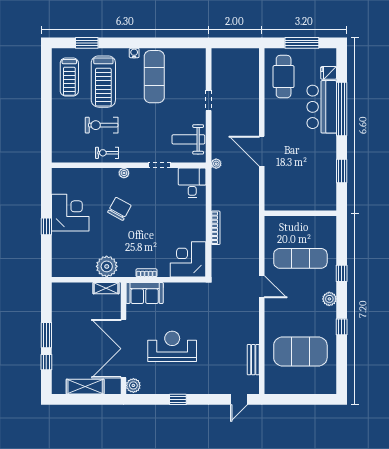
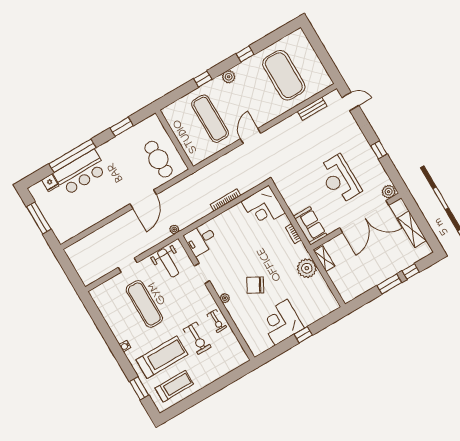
exercise mat: (154, 77) -> (144, 304), moved, turned 90
cafe table: (284, 77) -> (158, 159), moved, turned 90

